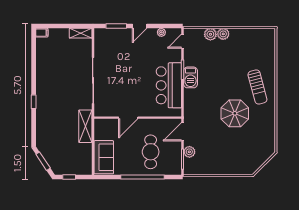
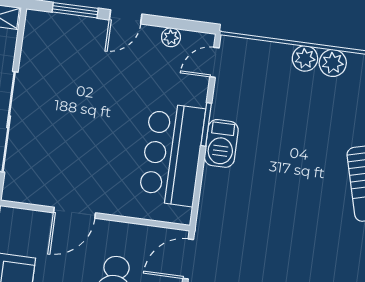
plant: (210, 34) -> (333, 63), moved
parasol: (235, 113) -> (307, 234), removed

